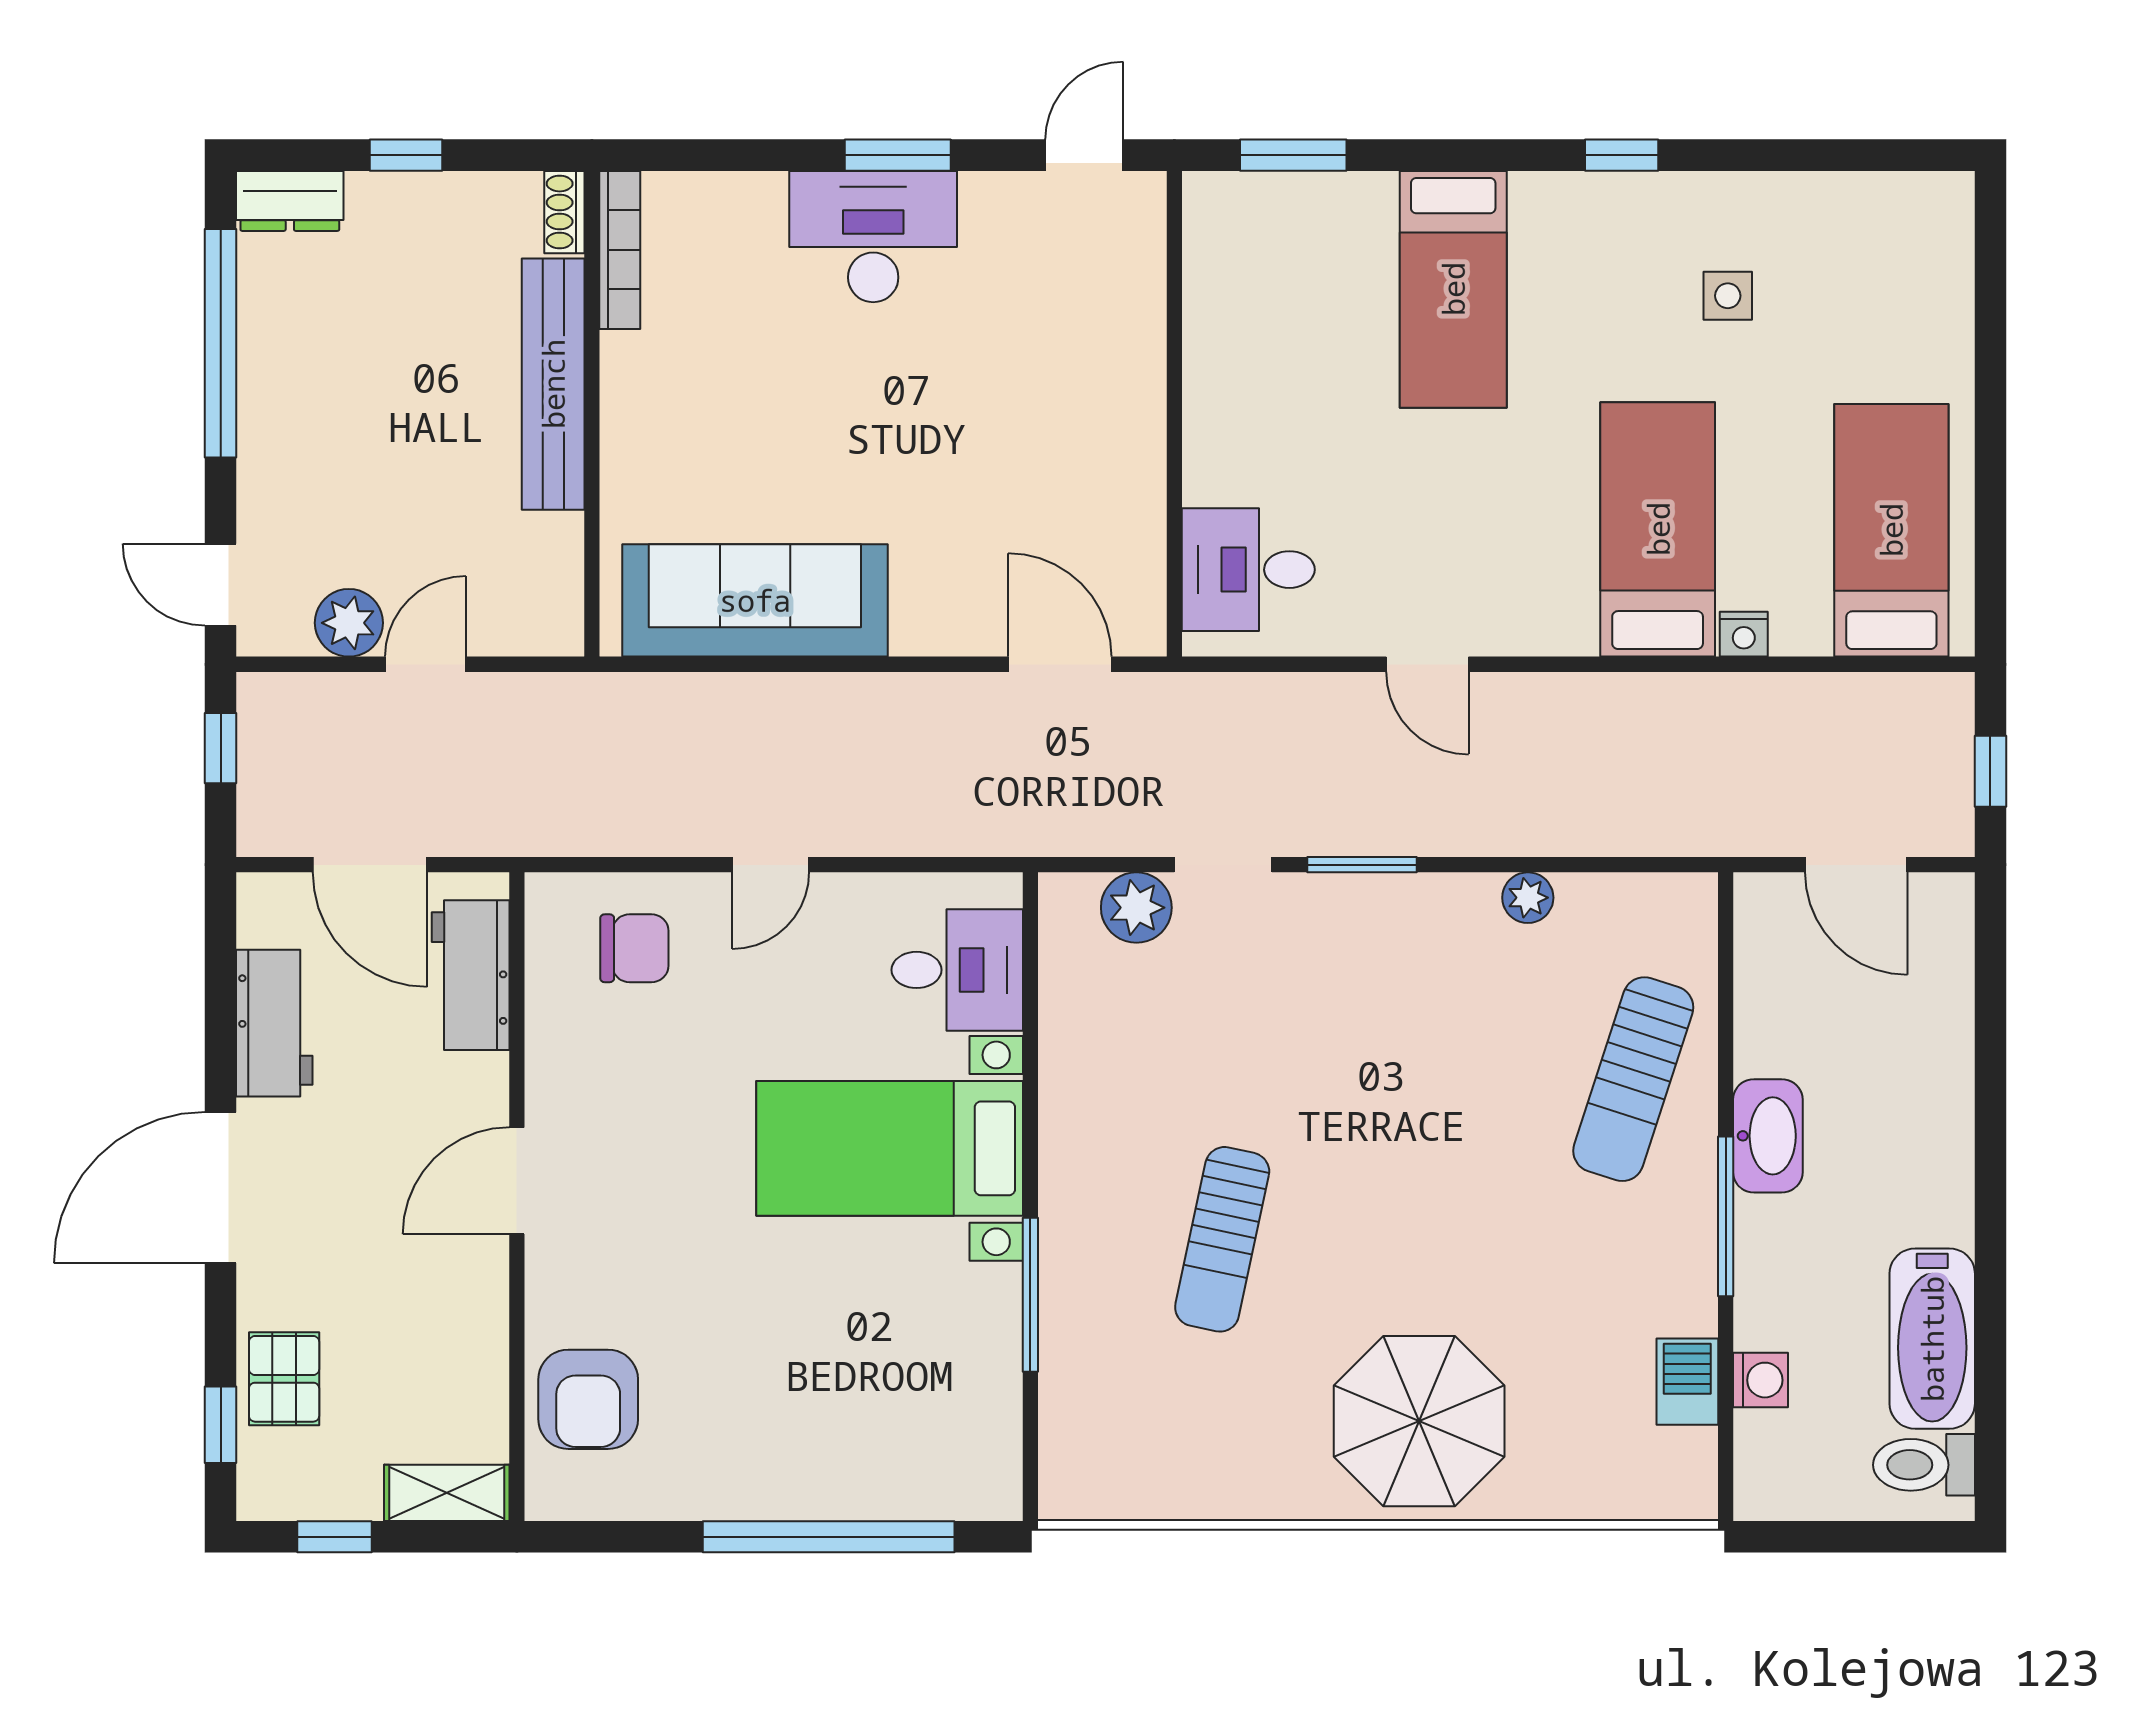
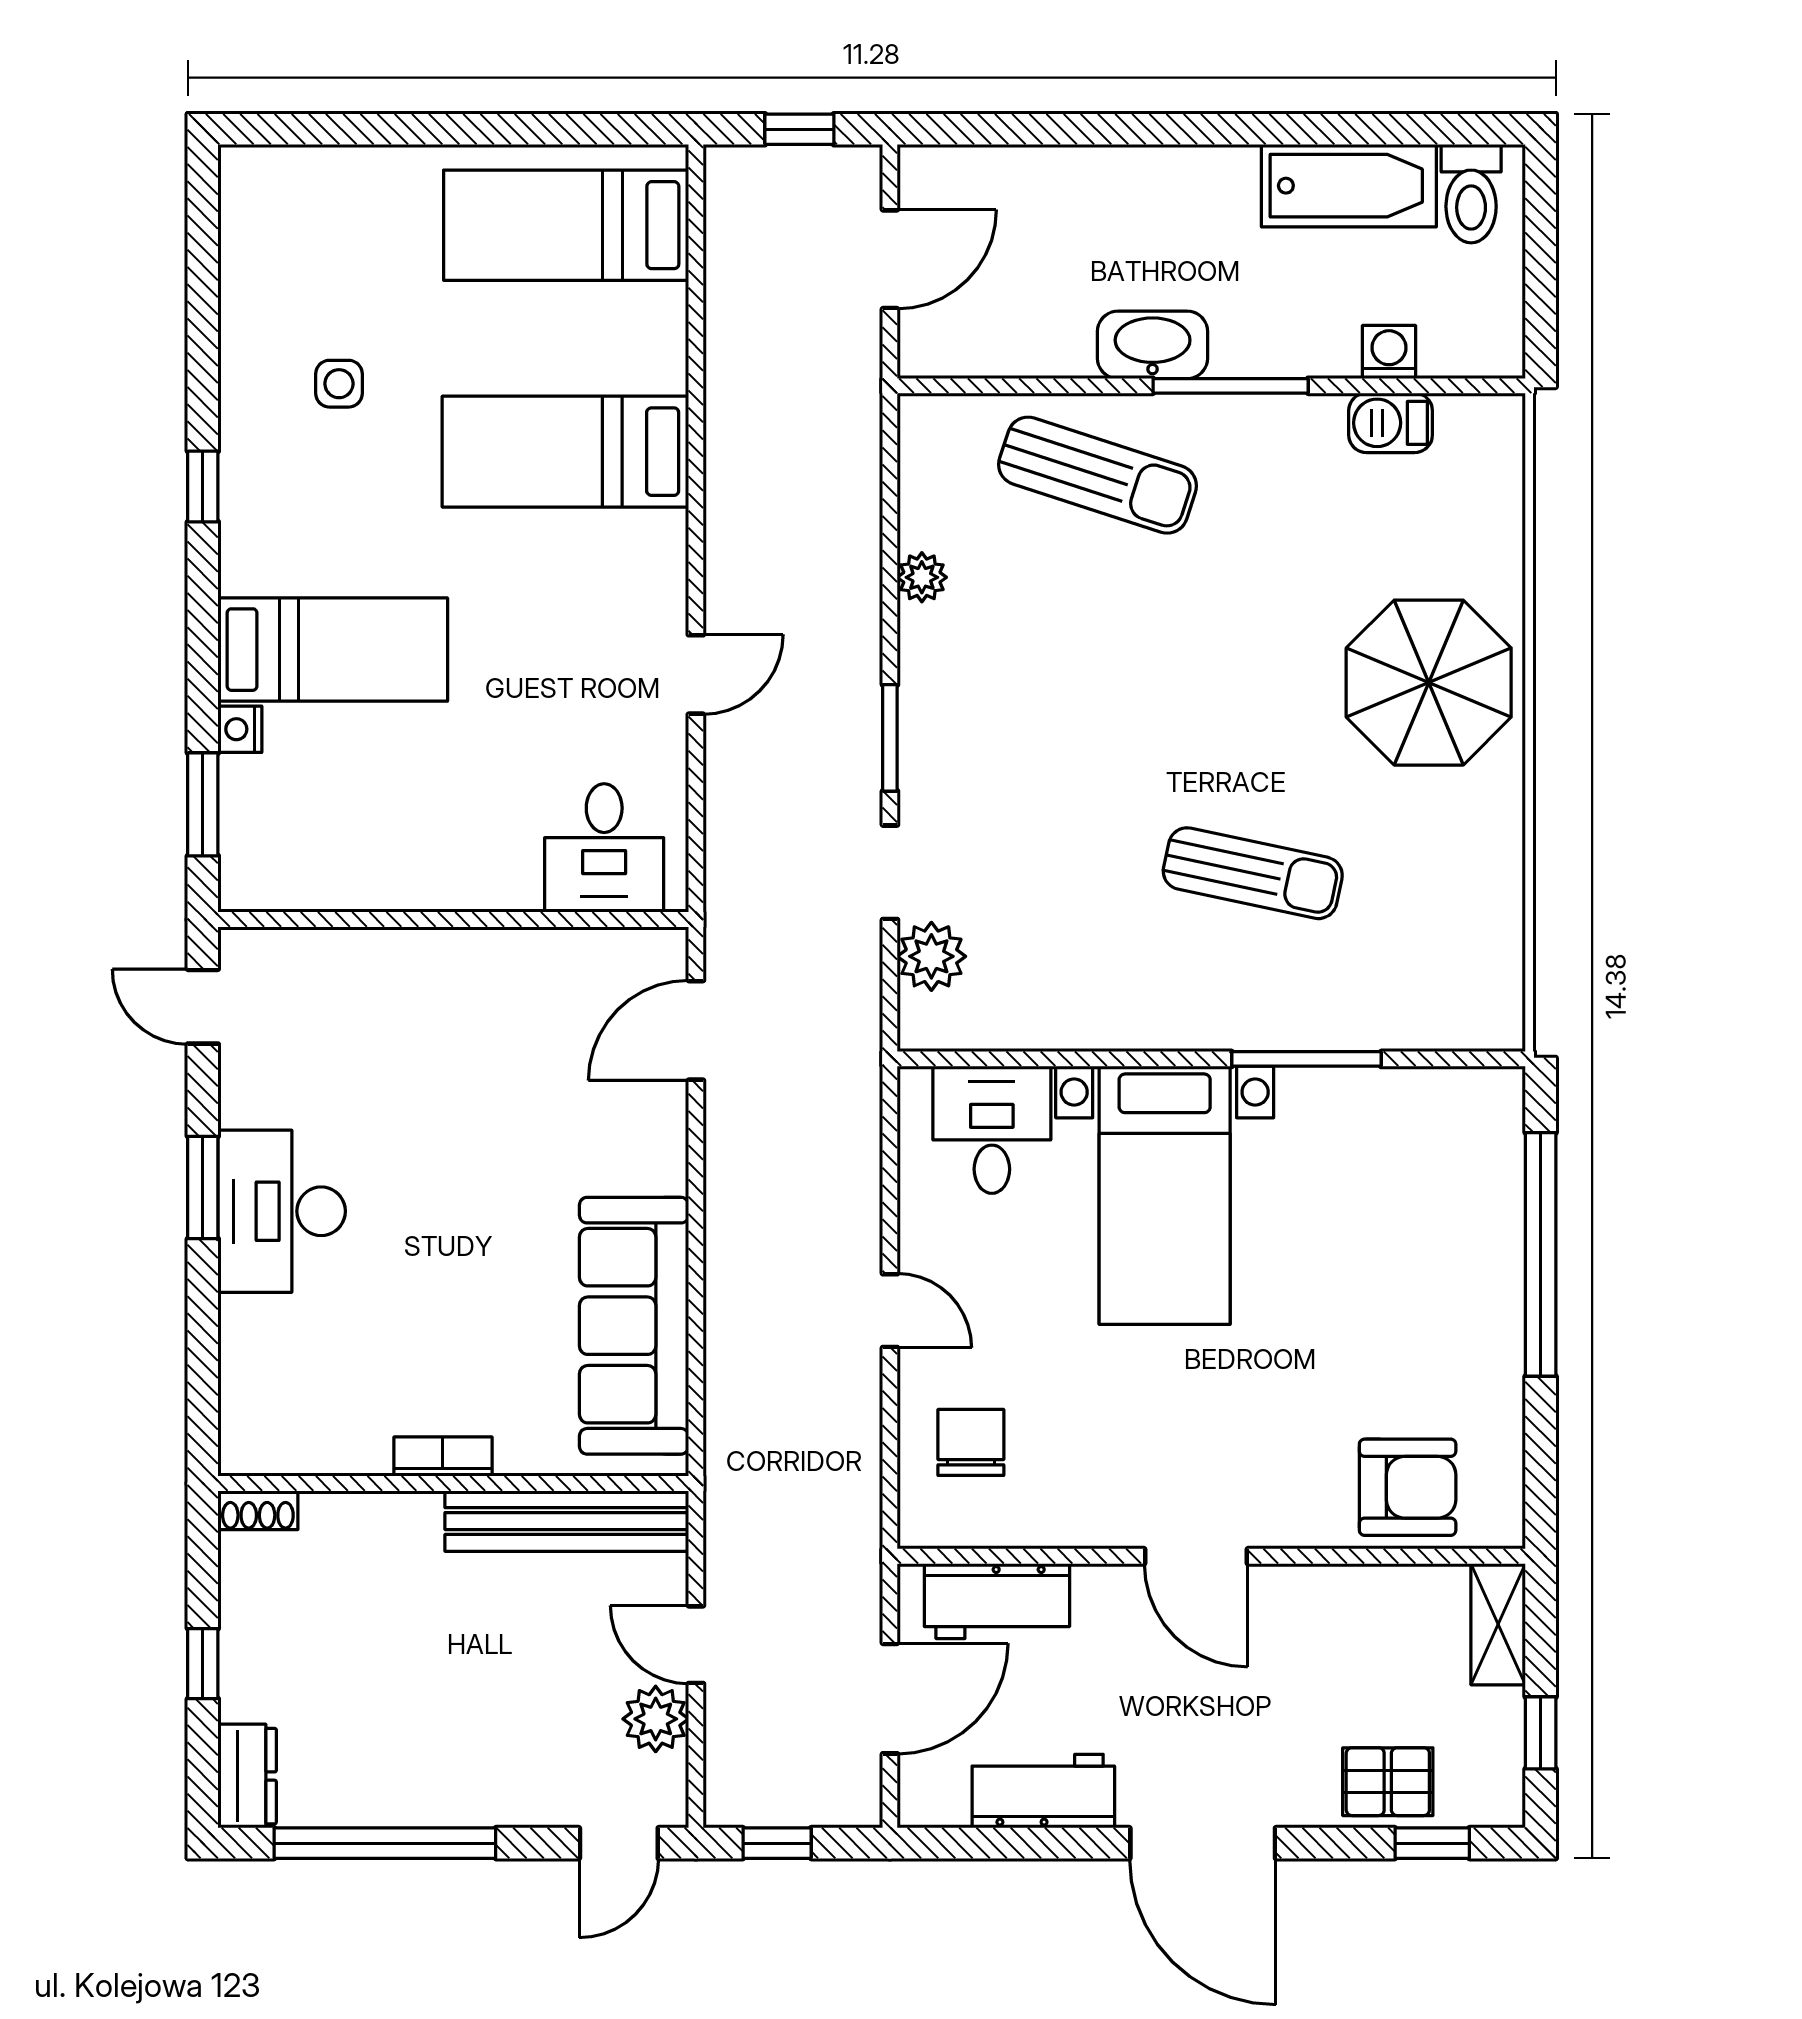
bookcase: (620, 250) -> (443, 1457), moved, width x0.64
bench: (553, 384) -> (567, 1521), moved
nightstand: (1744, 634) -> (240, 729), moved, turned 180

